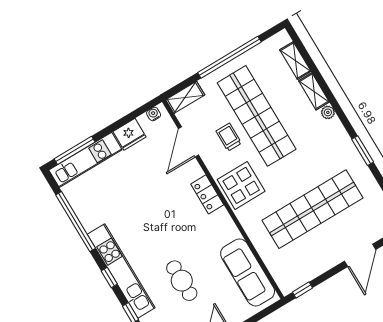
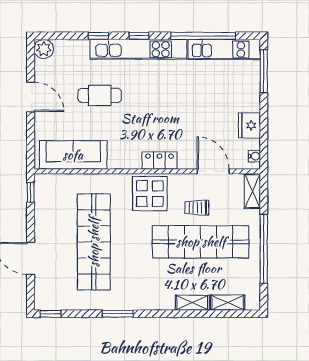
plant: (328, 112) -> (167, 304), removed
trolley: (229, 137) -> (197, 208), turned 180
kitchen unit: (85, 160) -> (224, 49), moved, turned -90

